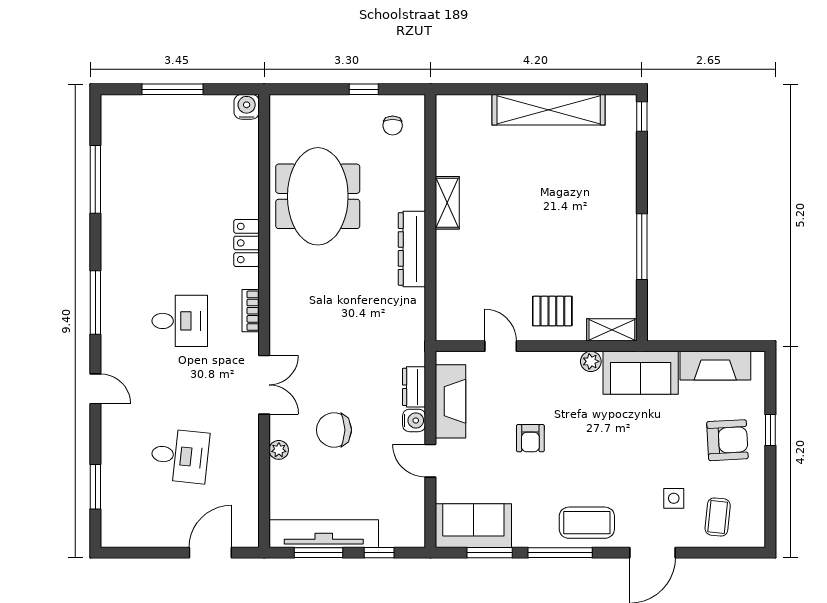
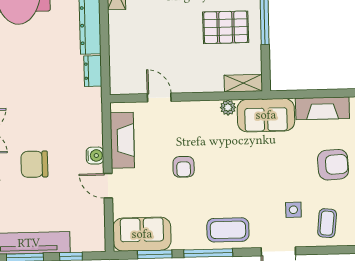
pallet: (552, 311) -> (226, 27), moved, width x1.50, depth x1.42
dresser: (414, 387) -> (93, 71), moved

